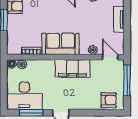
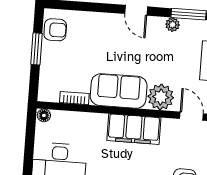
plant: (93, 50) -> (161, 97), width x1.88, depth x1.88
plant: (22, 64) -> (59, 117), removed

